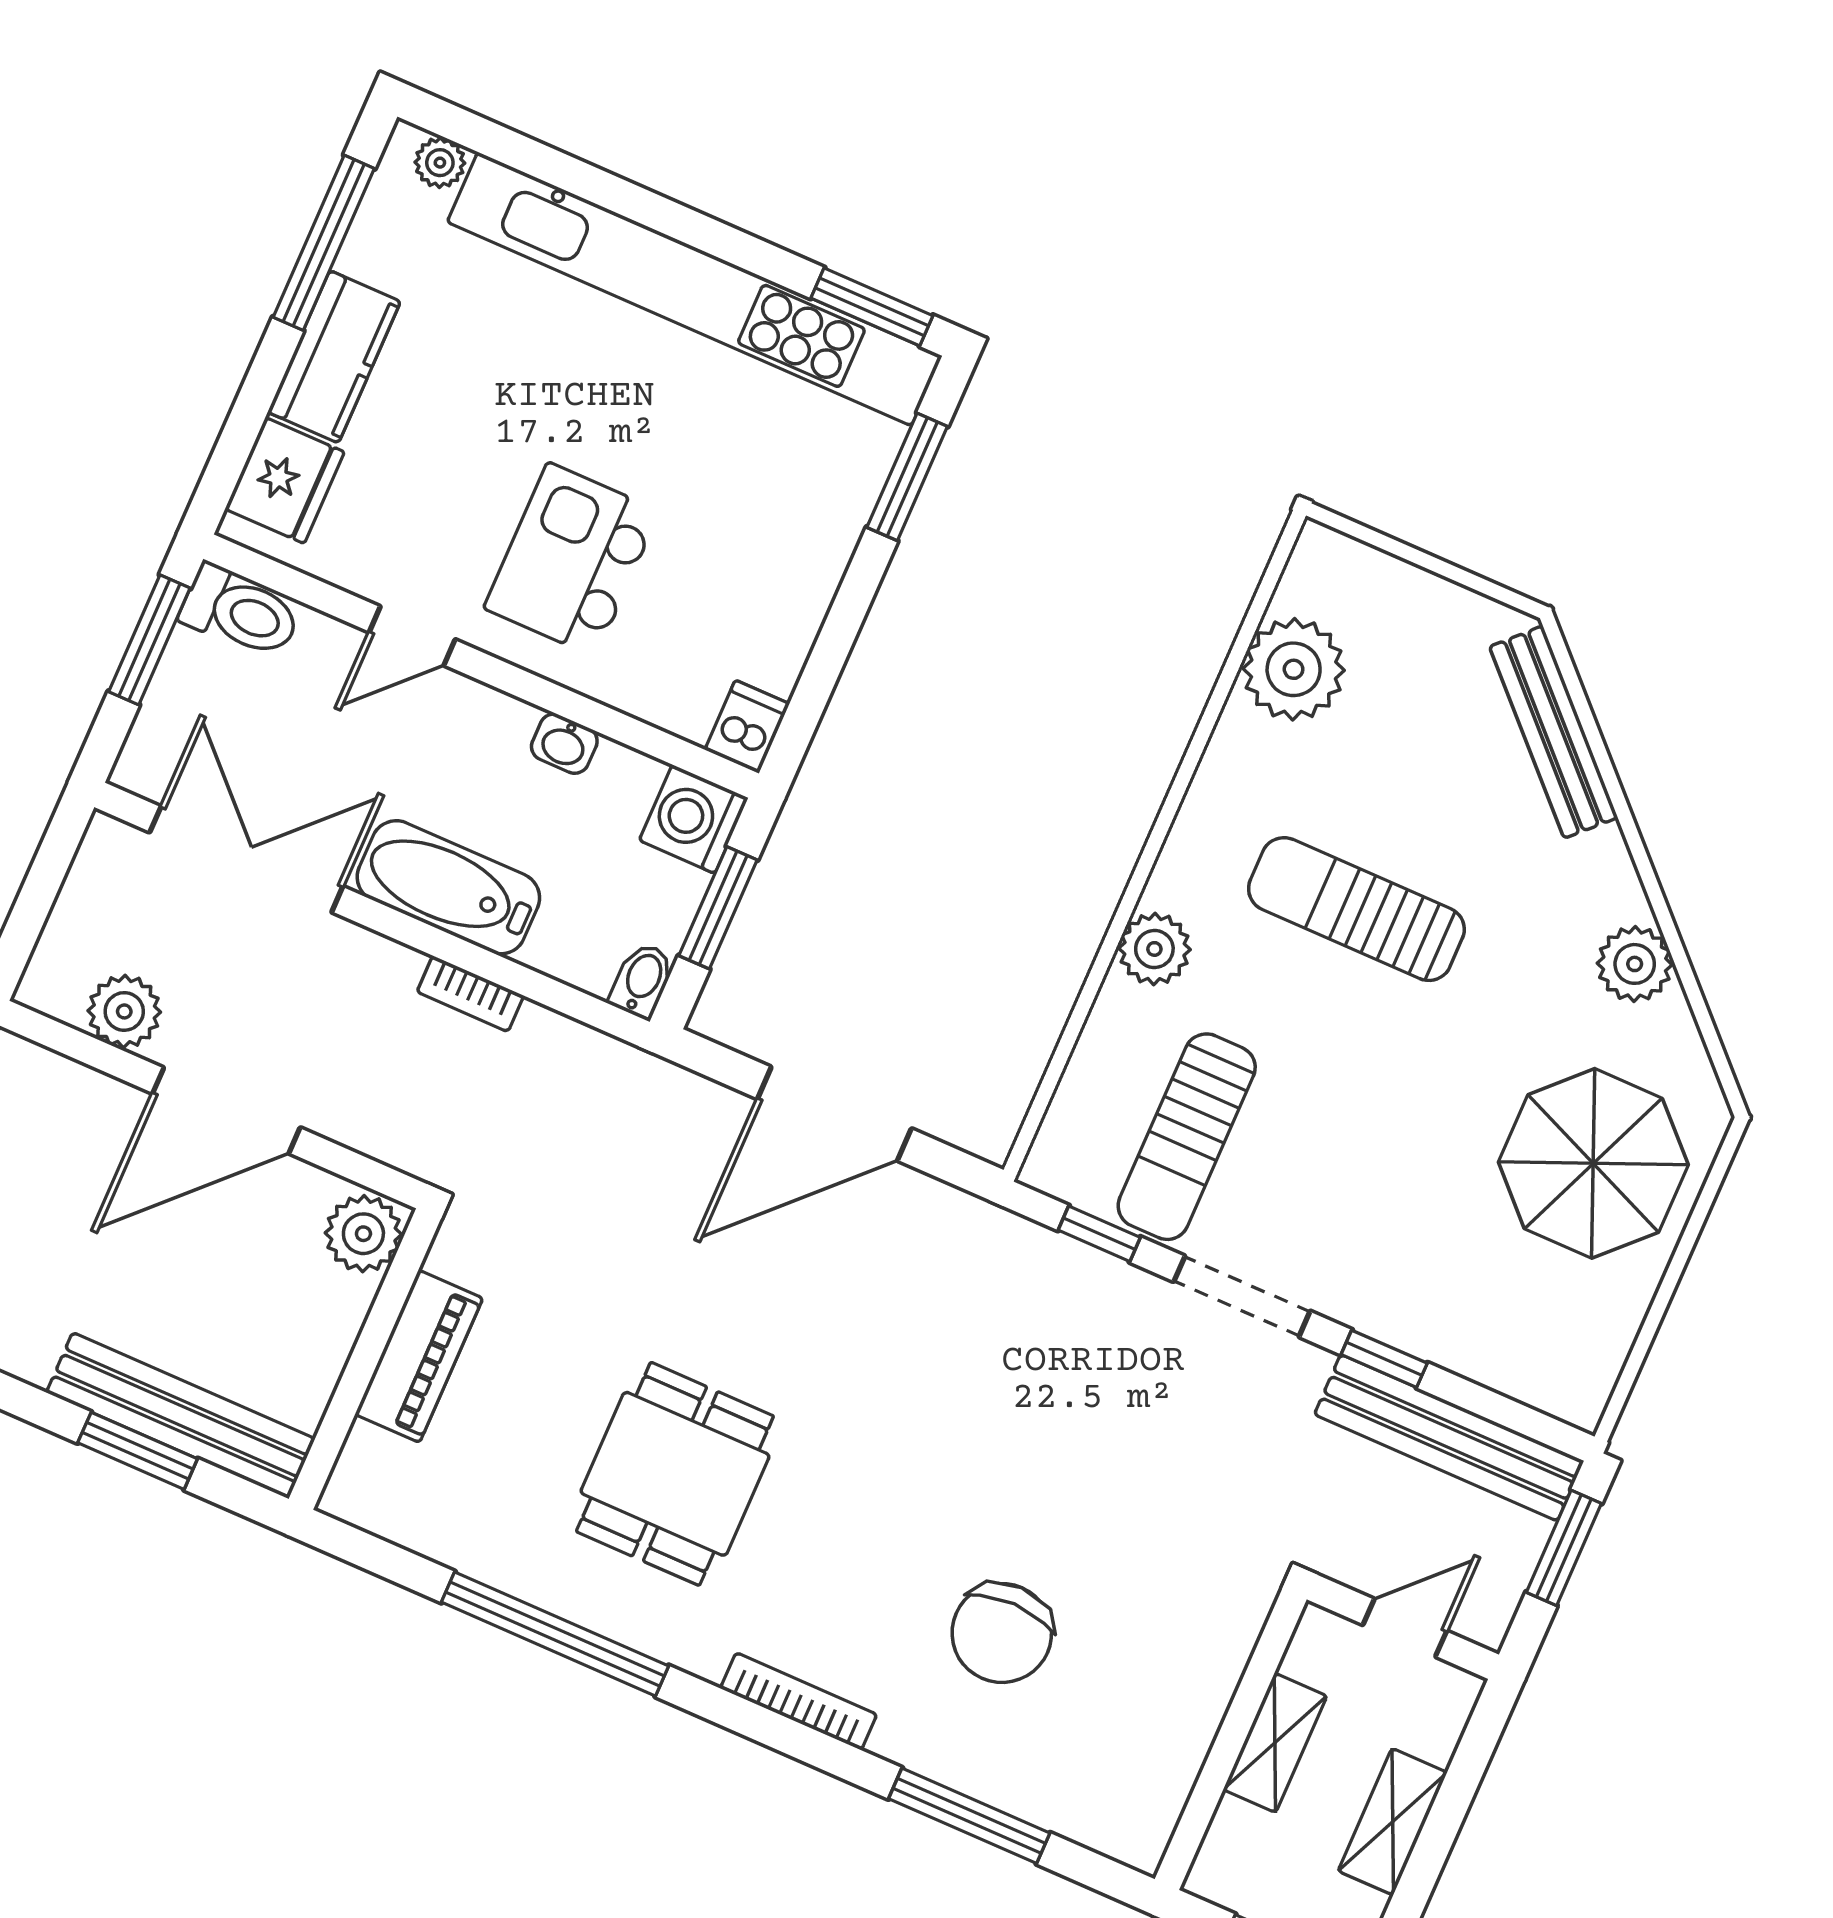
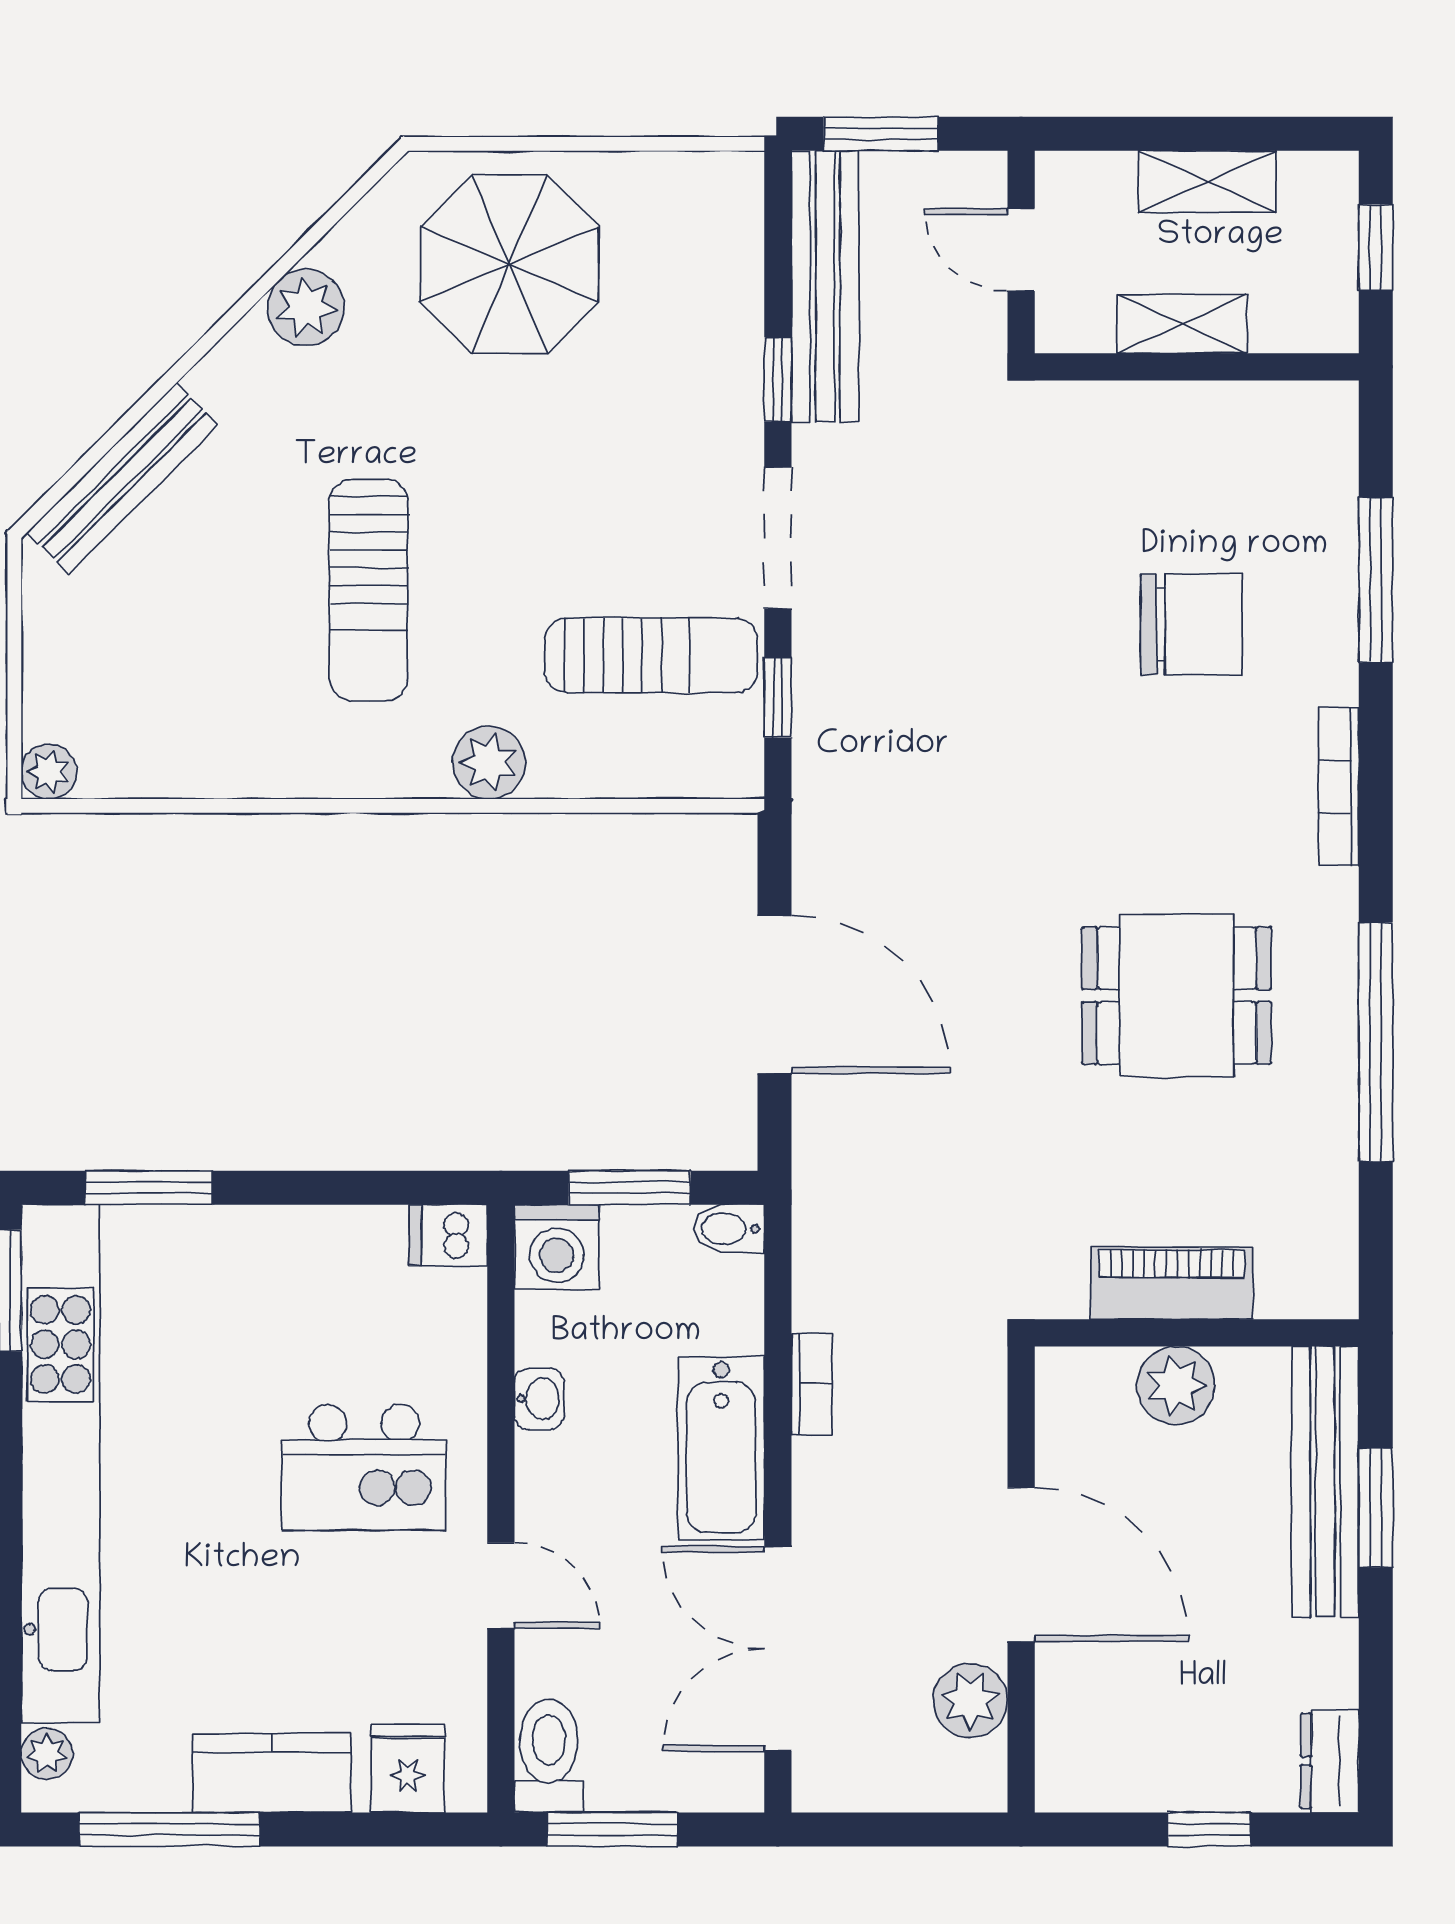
fridge: (285, 480) -> (408, 1768), width x0.72
plant: (1294, 669) -> (49, 772), moved, width x0.53, depth x0.53
plant: (363, 1234) -> (1176, 1386), moved

